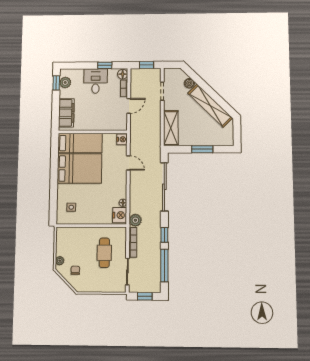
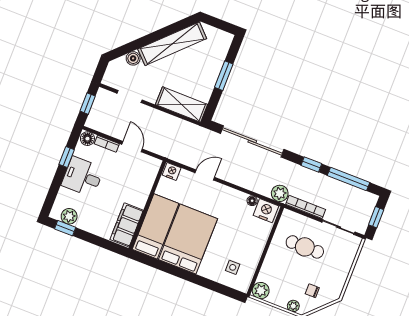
filing cabinet: (66, 113) -> (127, 225), moved, turned -90
plant: (62, 233) -> (261, 291), added

